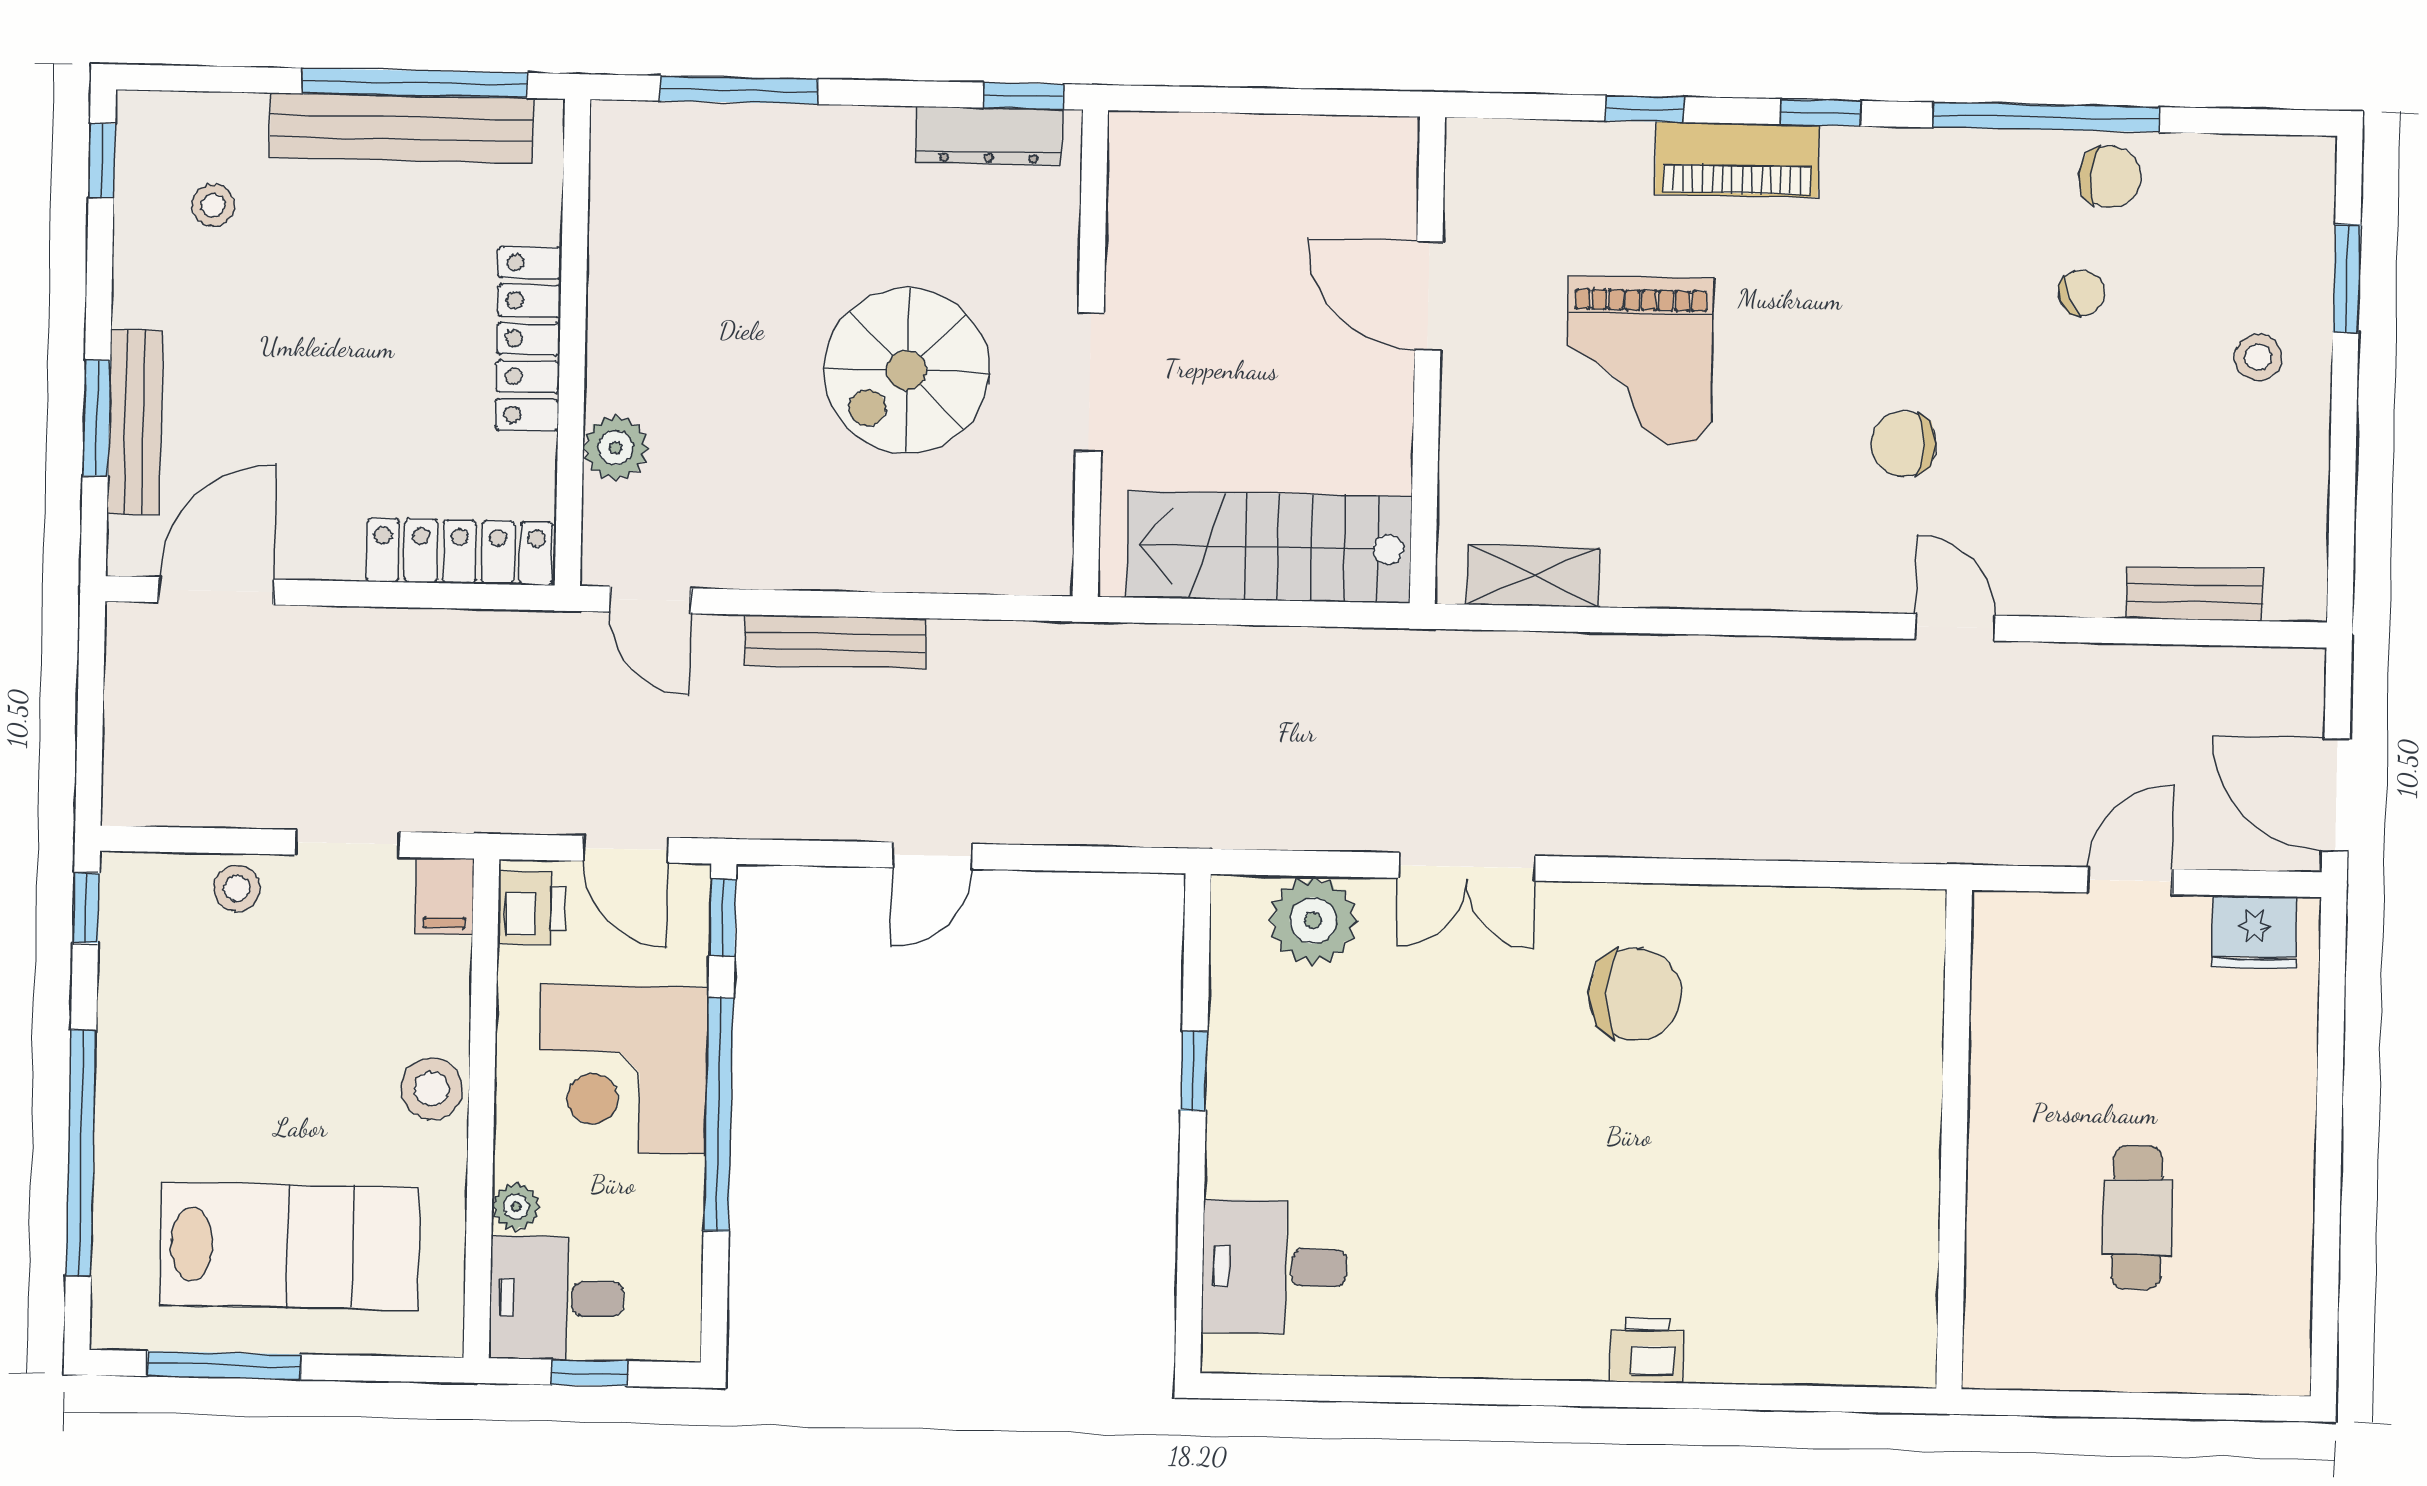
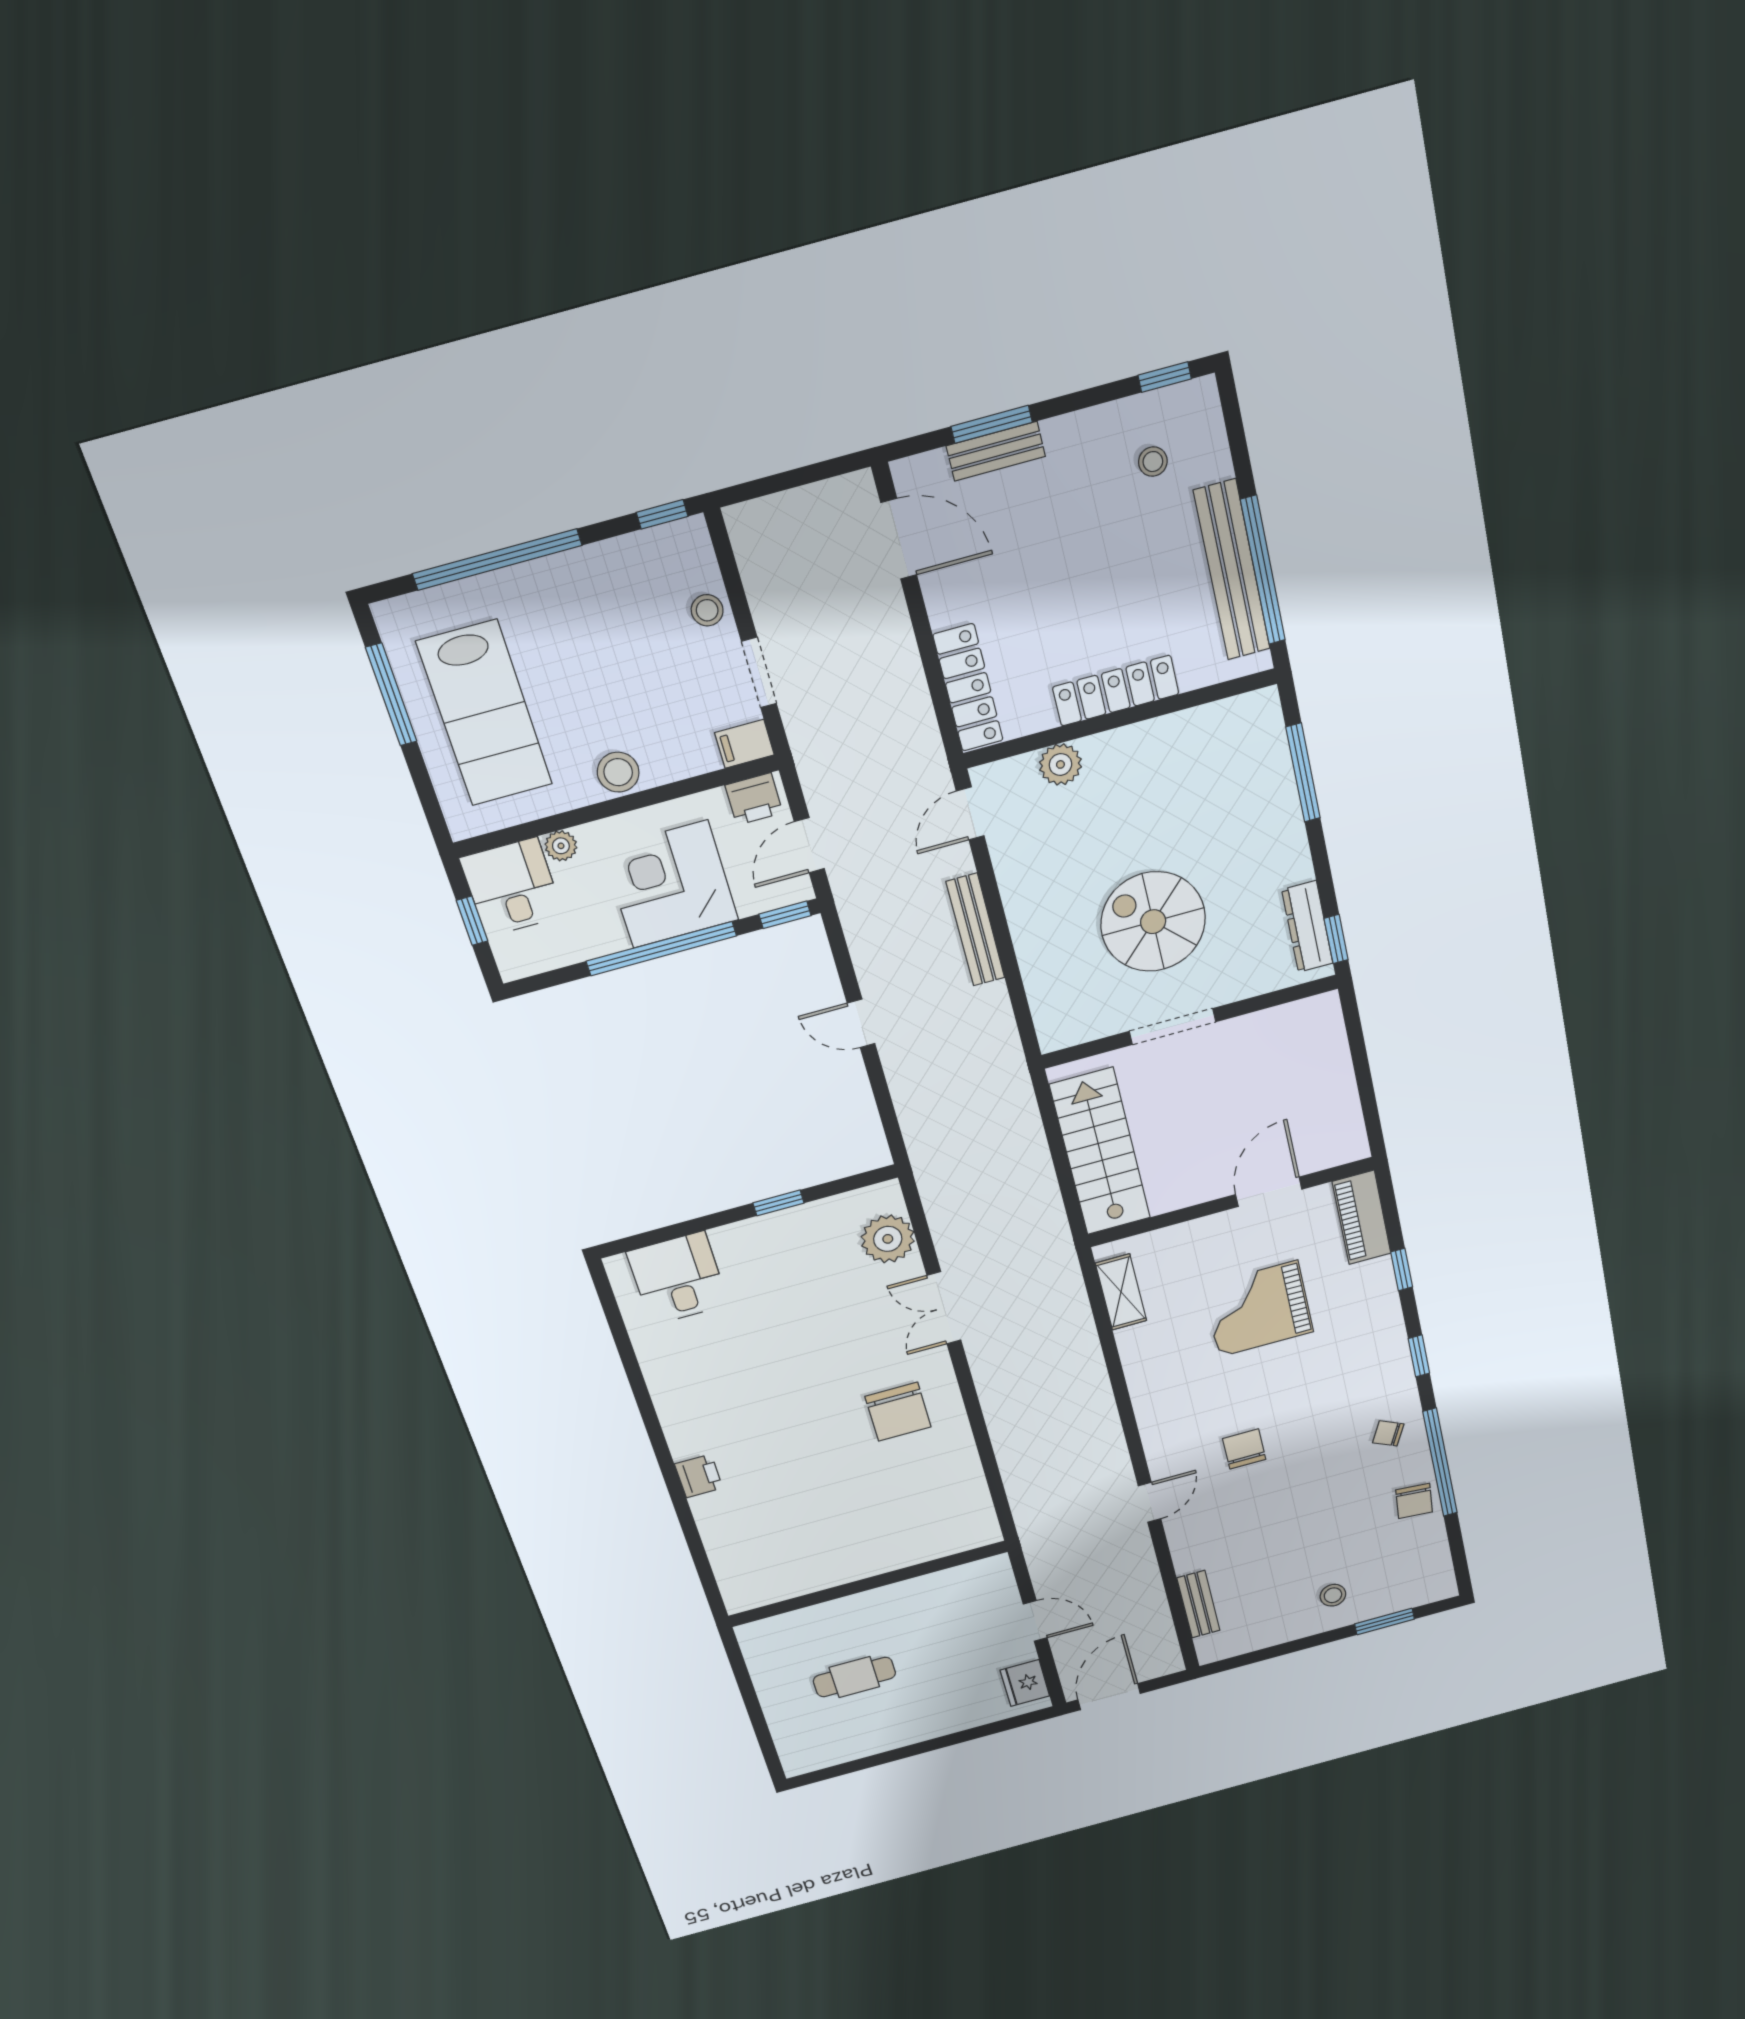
piano: (1737, 160) -> (1362, 1218), moved
chair: (2081, 293) -> (1388, 1433), moved, turned 138
bench: (135, 422) -> (996, 451), width x0.73

